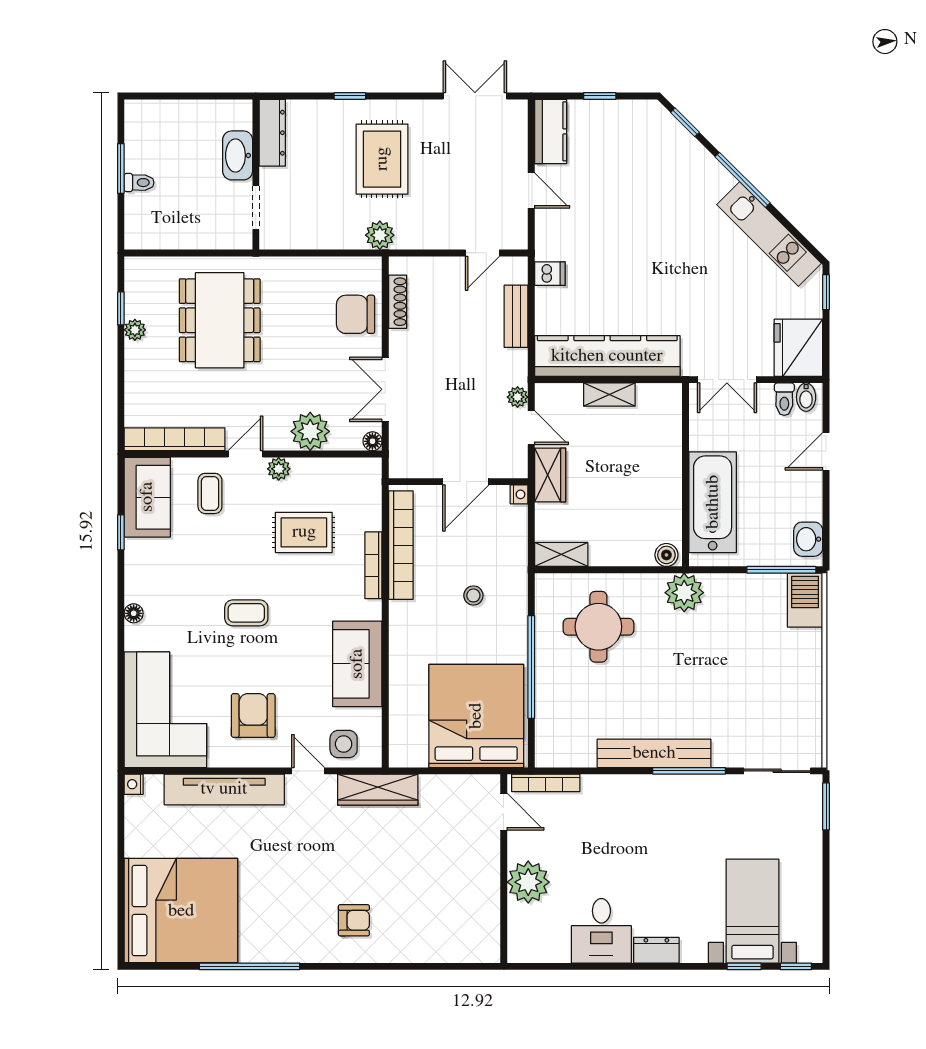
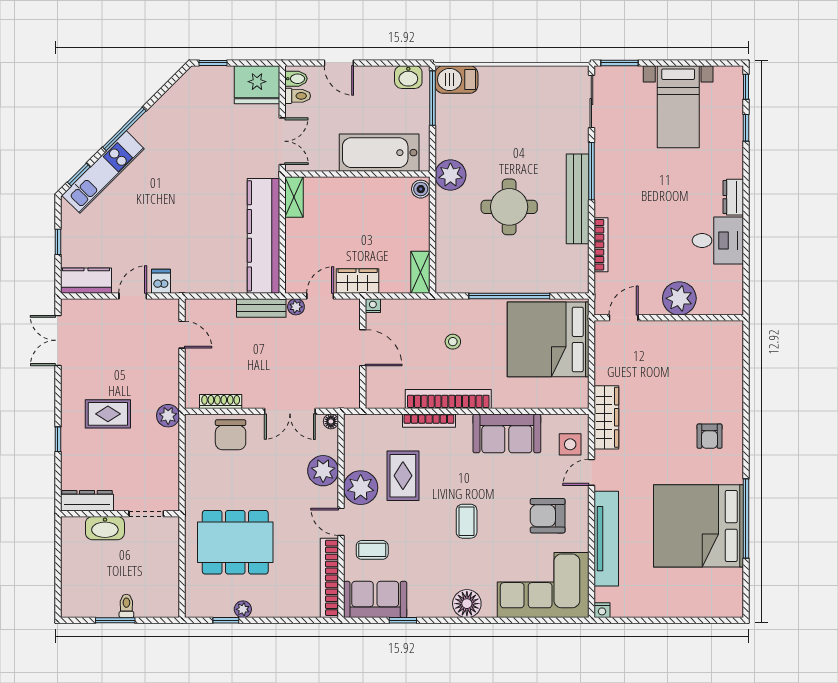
rug: (382, 159) -> (108, 414), width x0.73, depth x0.70
kitchen unit: (769, 234) -> (103, 172), moved
dishwasher: (550, 274) -> (161, 281), moved
bench: (516, 316) -> (261, 308), moved
shelving: (609, 395) -> (294, 197), moved
plant: (279, 469) -> (361, 488), width x1.88, depth x1.88
bookcase: (401, 545) -> (448, 399), moved
floor lamp: (134, 613) -> (467, 604), width x1.89, depth x1.89
round table: (598, 627) -> (509, 207), moved
bookcase: (546, 783) -> (601, 245), moved
bed: (181, 911) -> (699, 526), moved, turned -90
bed with nightstands: (752, 911) -> (678, 107), moved, turned -90
armchair: (354, 920) -> (710, 436), turned 180

